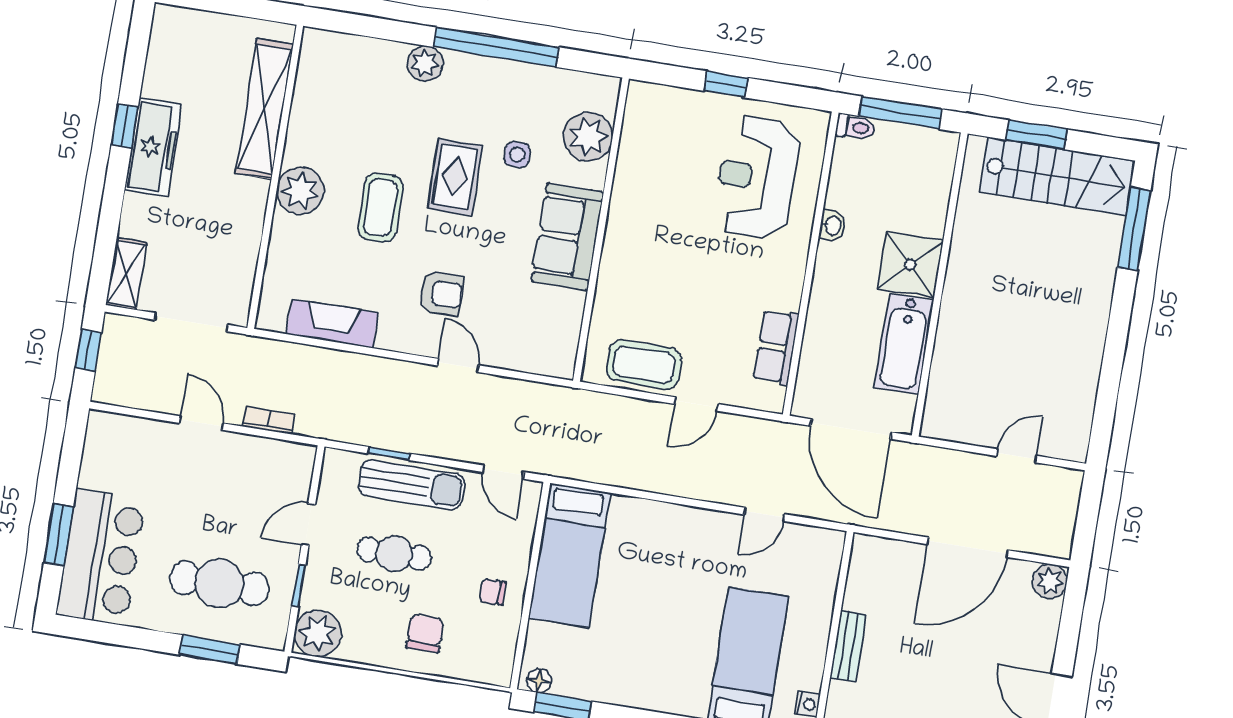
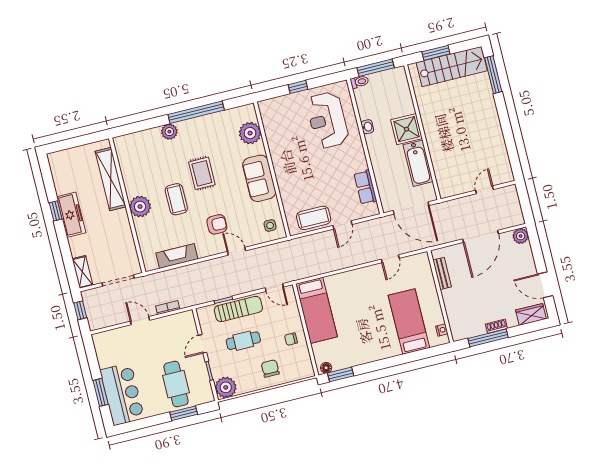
side table: (517, 154) -> (270, 225), moved
cafe table: (219, 583) -> (176, 384), turned 90
bench: (848, 646) -> (442, 273), moved

